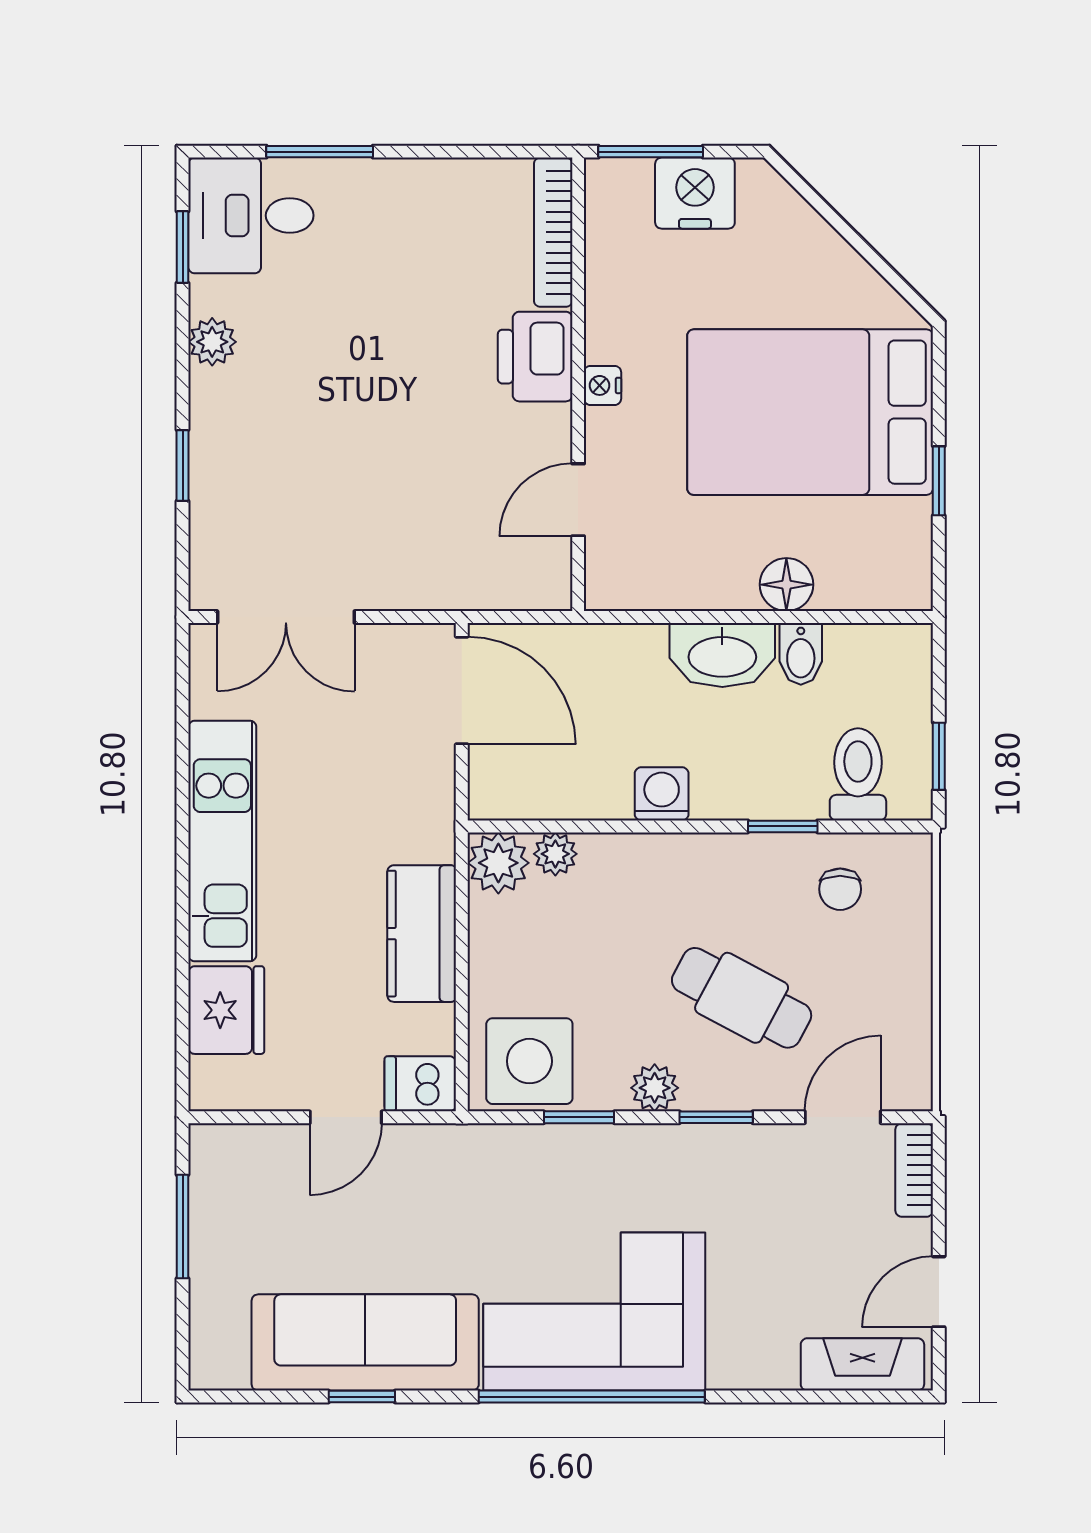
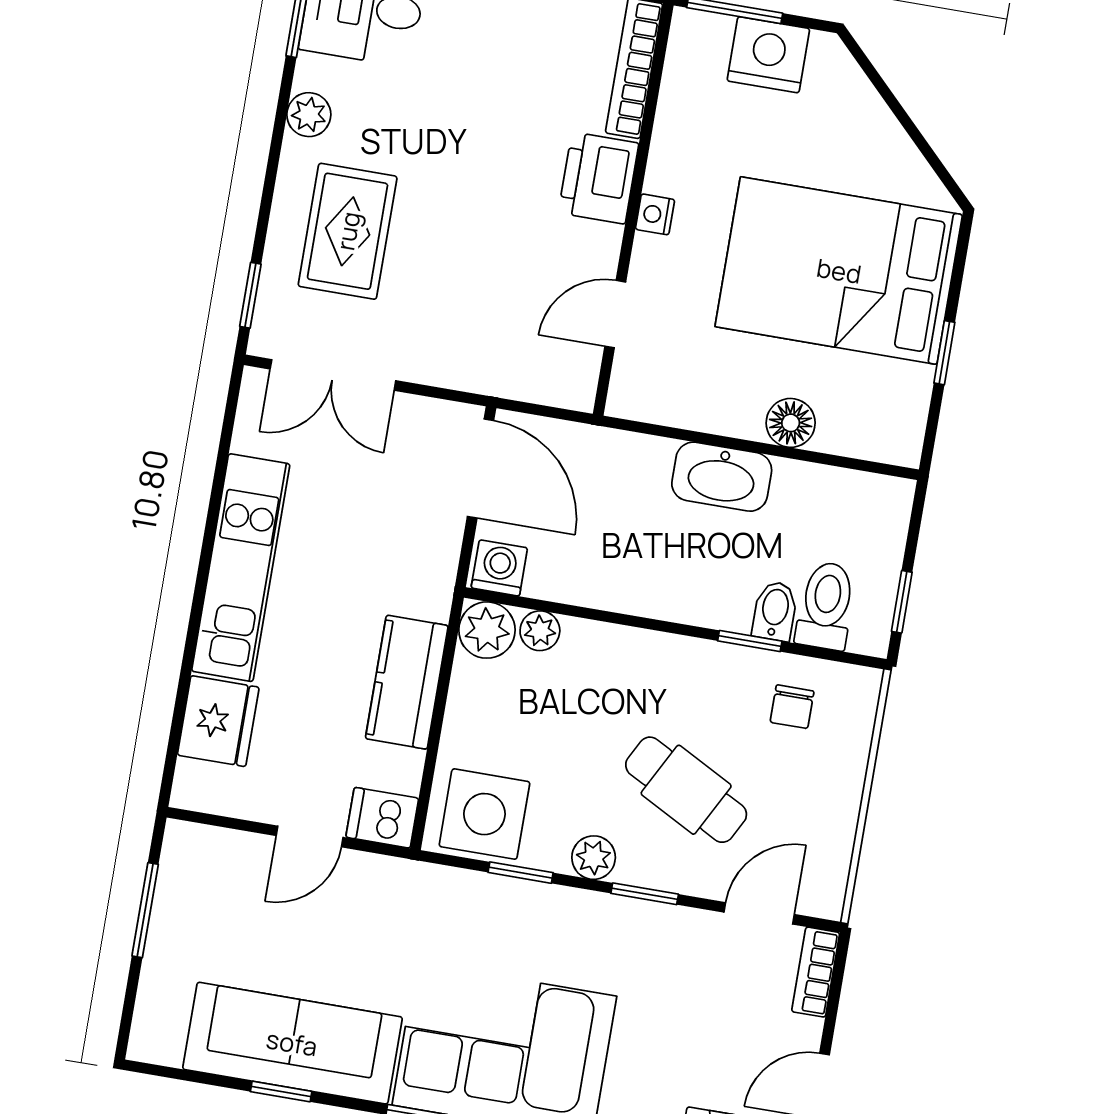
rug: (275, 460) -> (348, 231), added
window: (183, 465) -> (250, 295), moved
bidet: (801, 654) -> (775, 611), moved, turned 180
washing machine: (662, 794) -> (499, 568), moved

